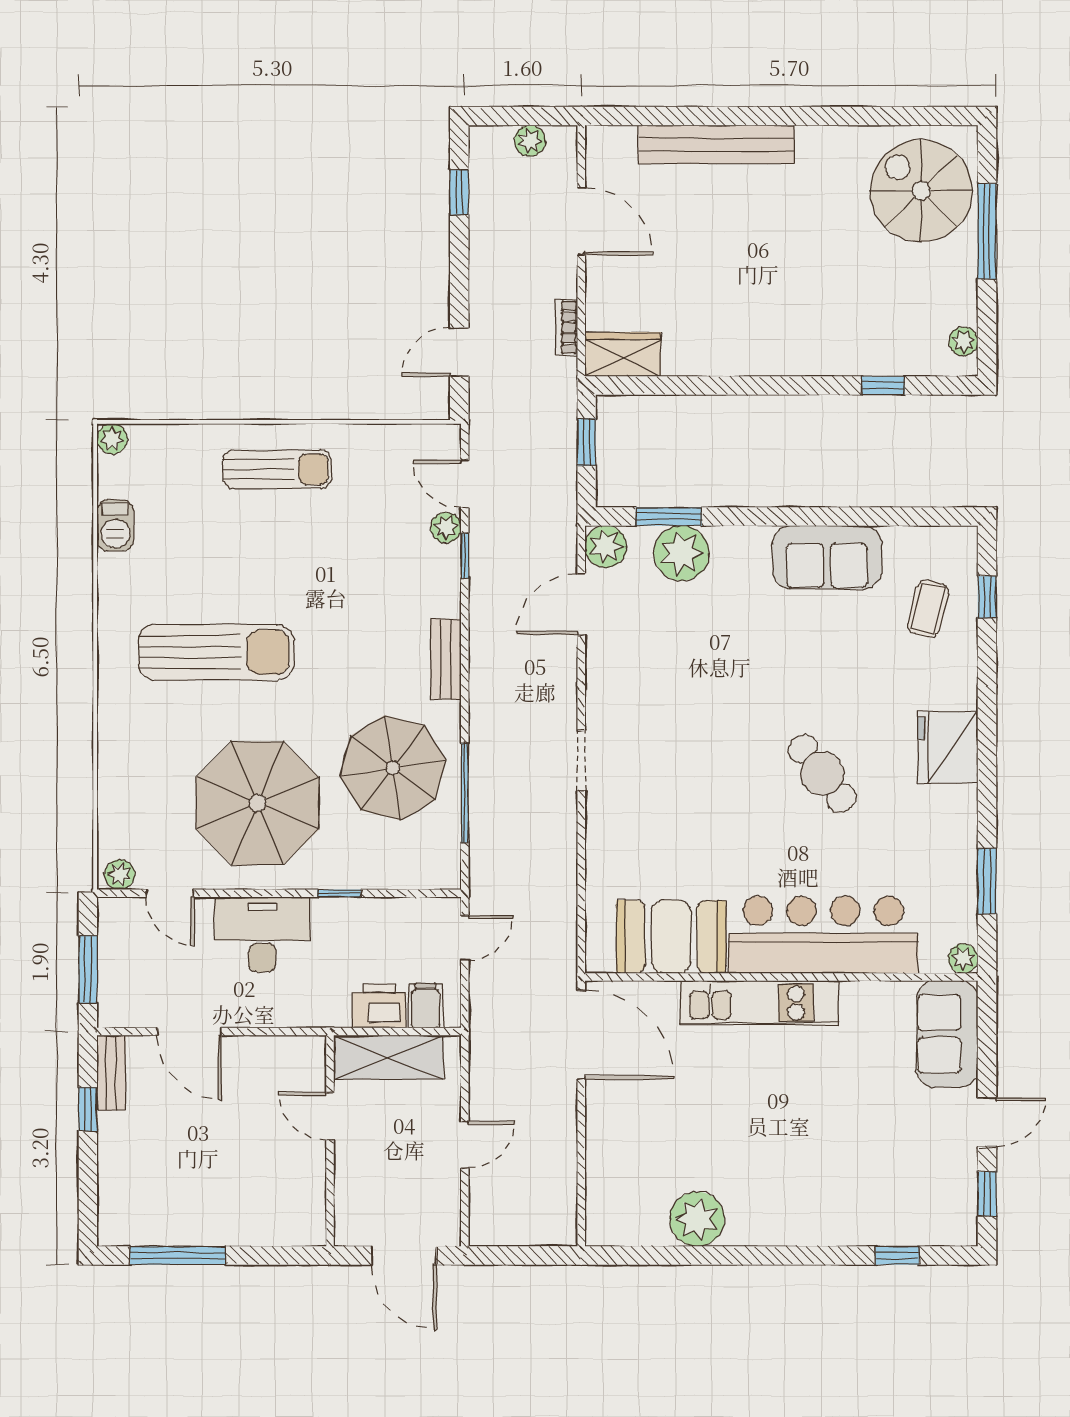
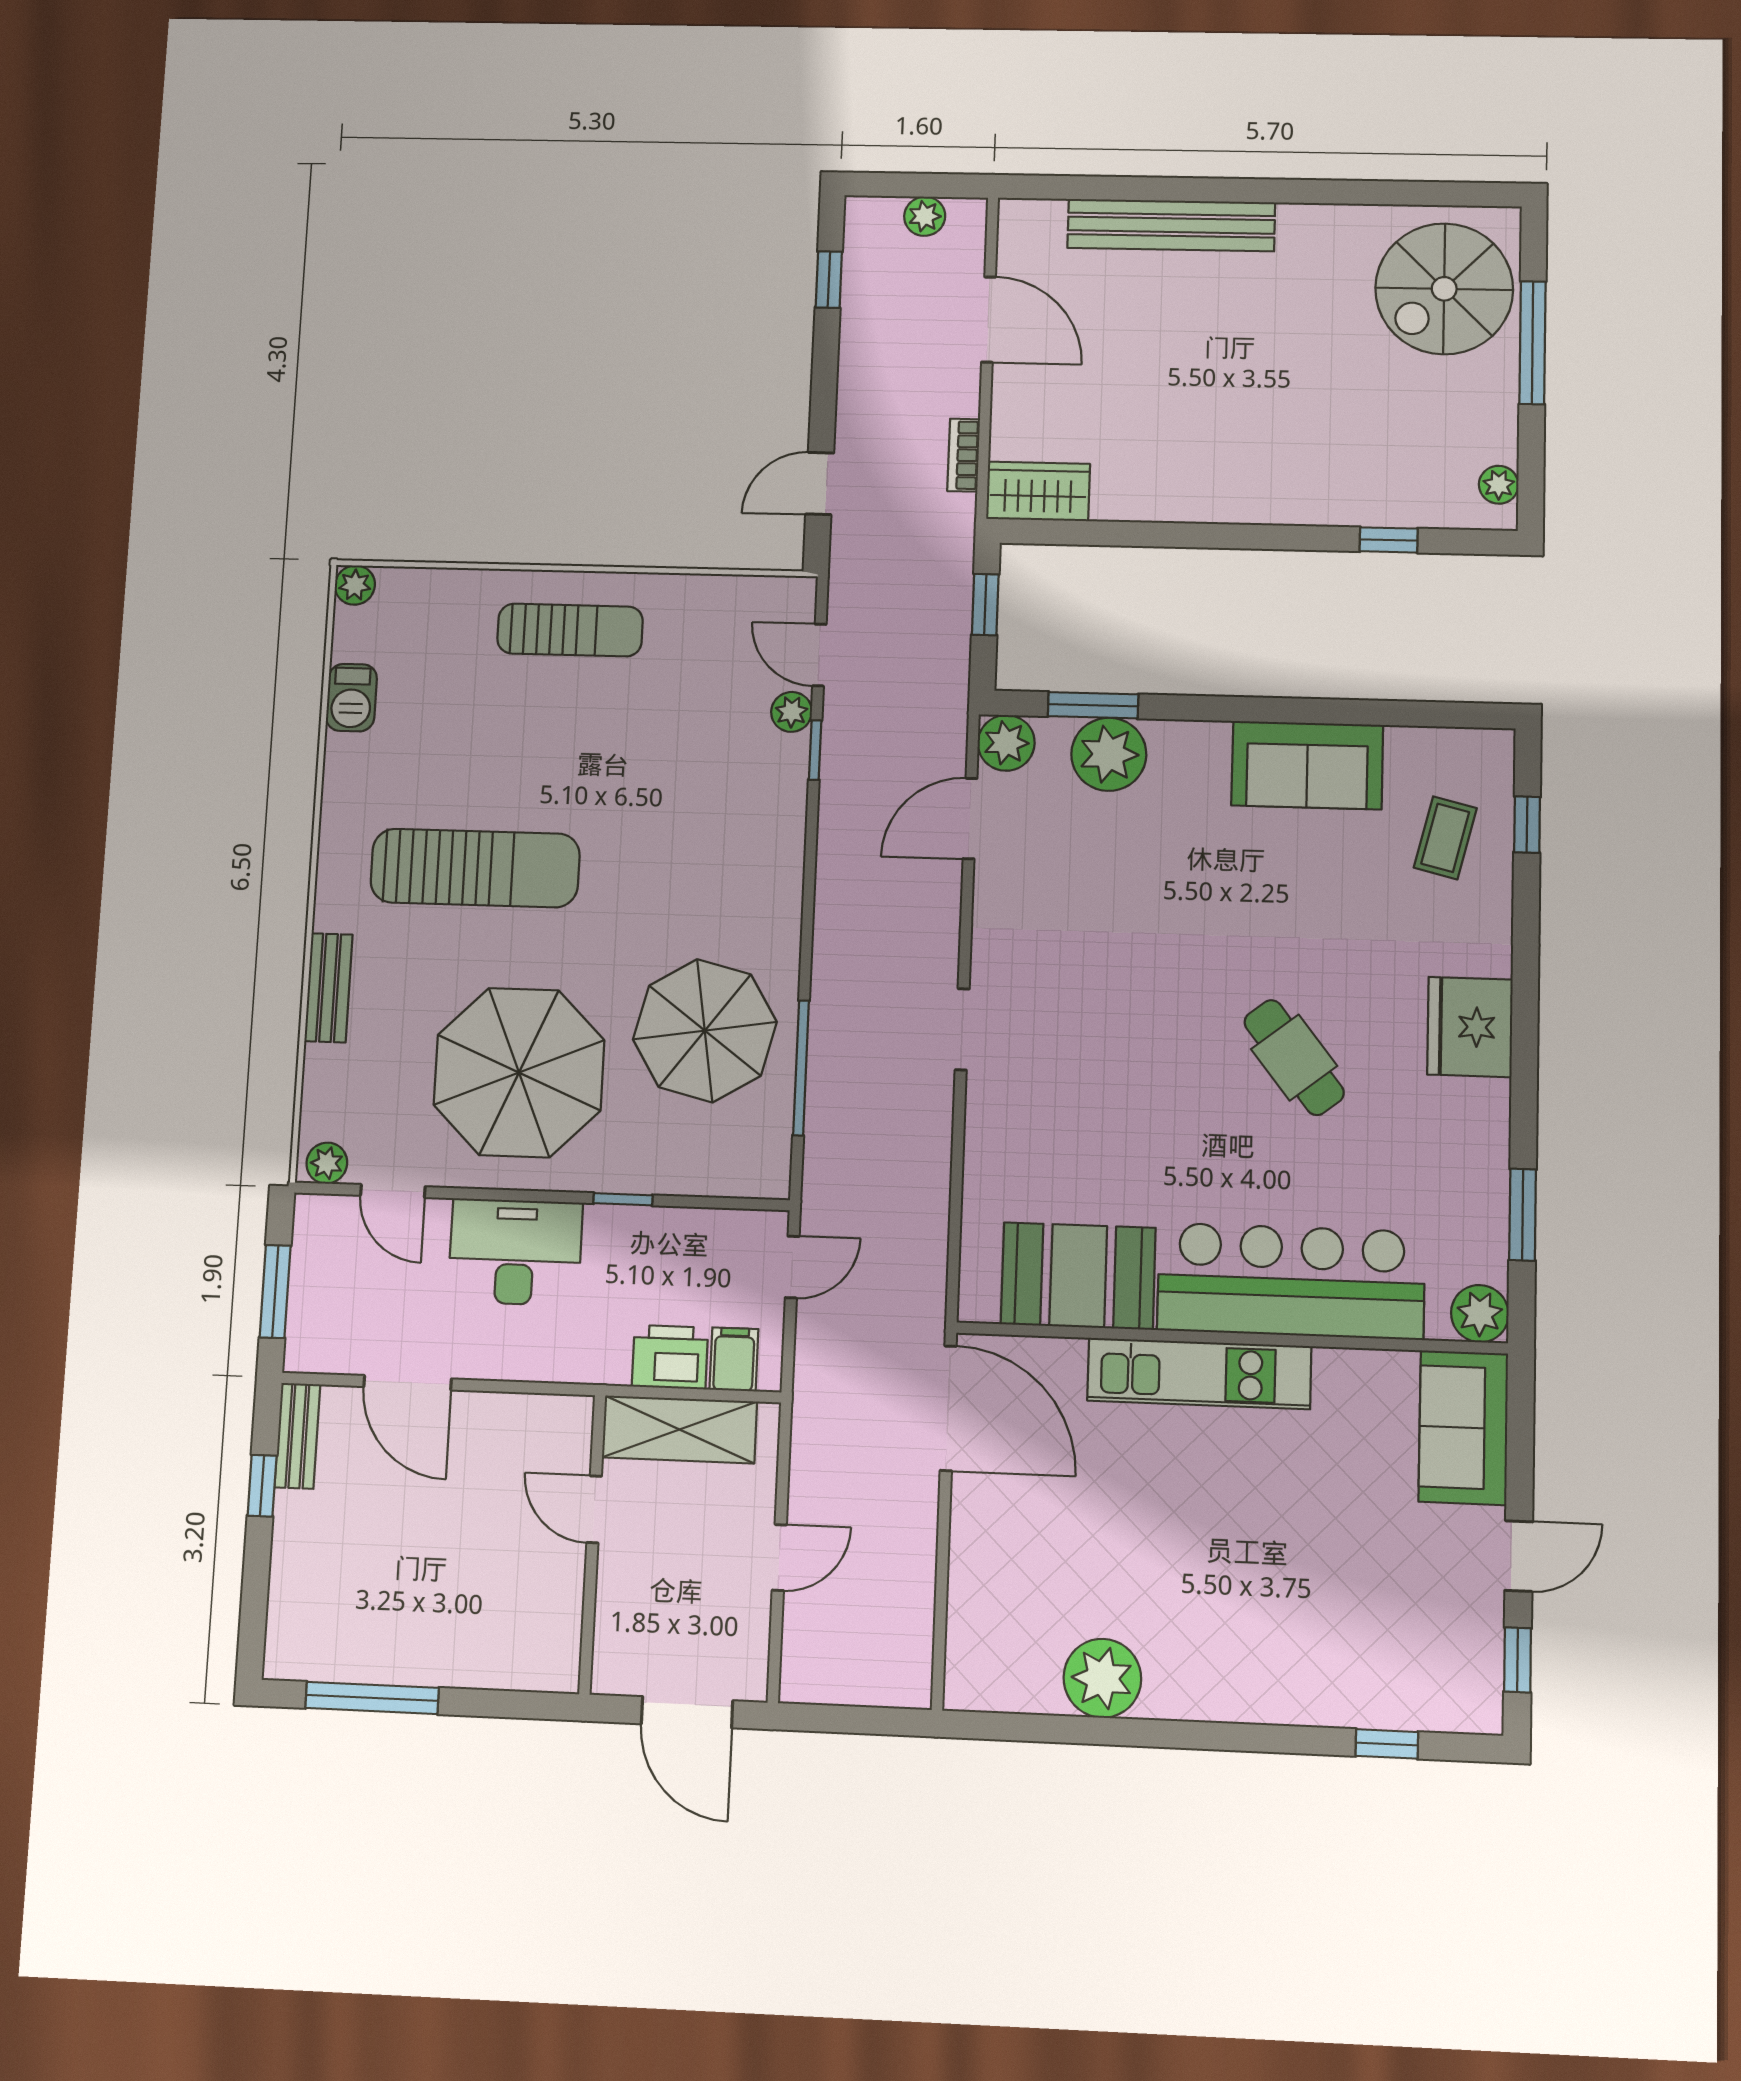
spiral stairs: (921, 191) -> (1444, 289), turned -90
bench: (446, 659) -> (328, 988), moved
plant: (963, 959) -> (1480, 1314), width x1.38, depth x1.38

